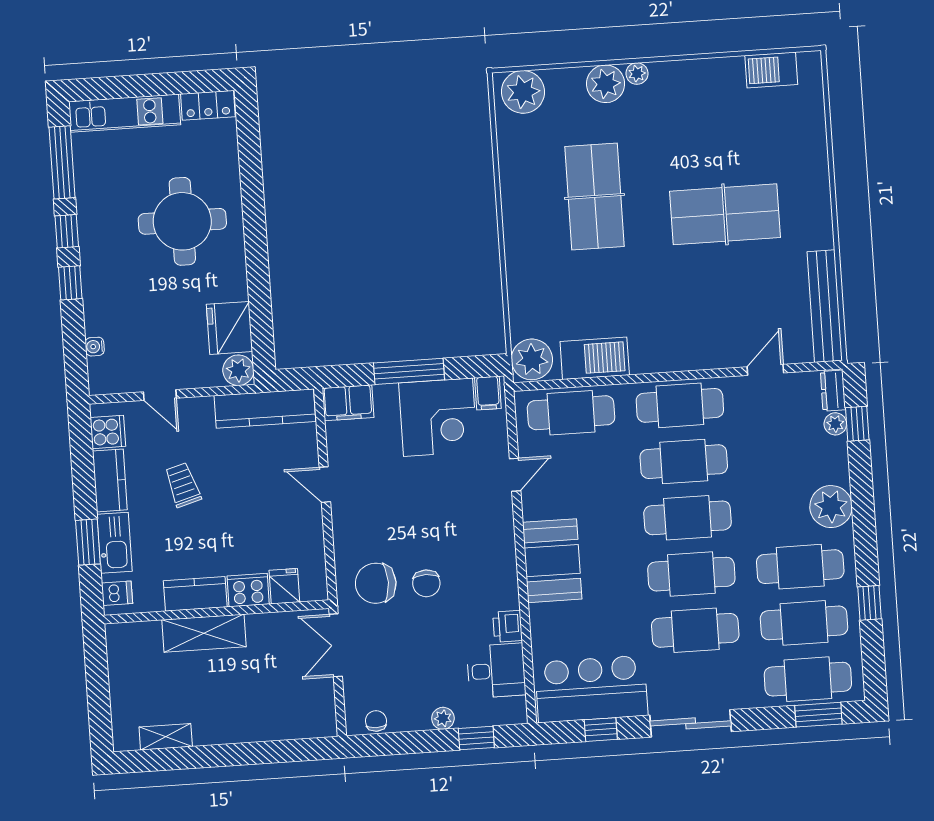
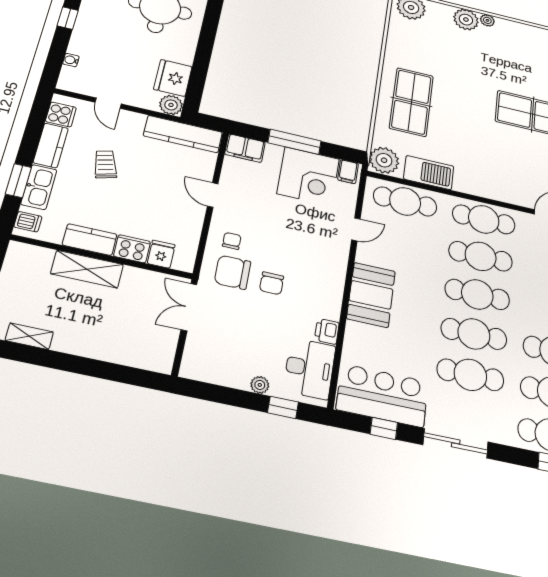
table tennis table: (594, 196) -> (411, 102), moved
desk: (496, 671) -> (309, 368), width x1.37
chair: (376, 721) -> (232, 241), moved

